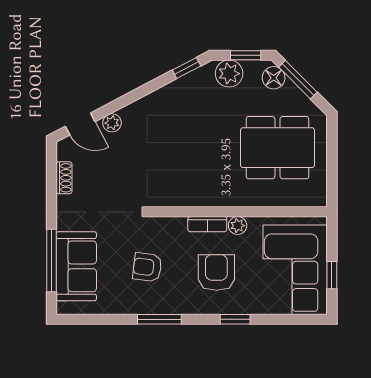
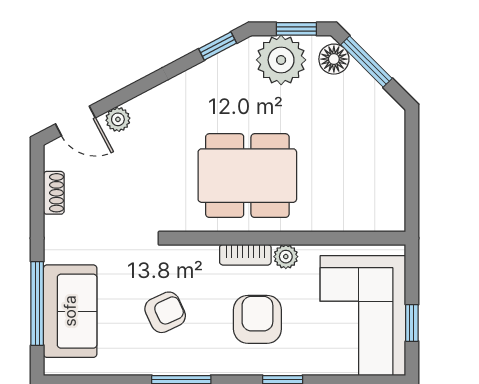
plant: (229, 74) -> (281, 60), width x1.36, depth x1.36
dining table: (277, 148) -> (247, 176), moved
armchair: (147, 267) -> (165, 312), turned 148

